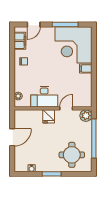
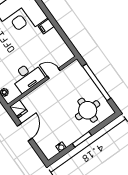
door: (66, 108) -> (54, 73), hinge flipped
fridge: (49, 116) -> (18, 109), moved
plant: (86, 116) -> (75, 67), removed

